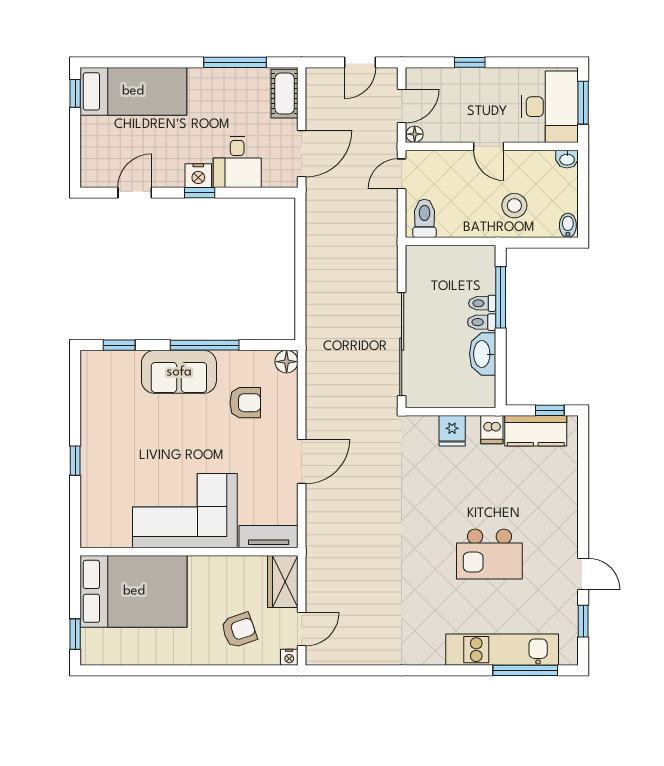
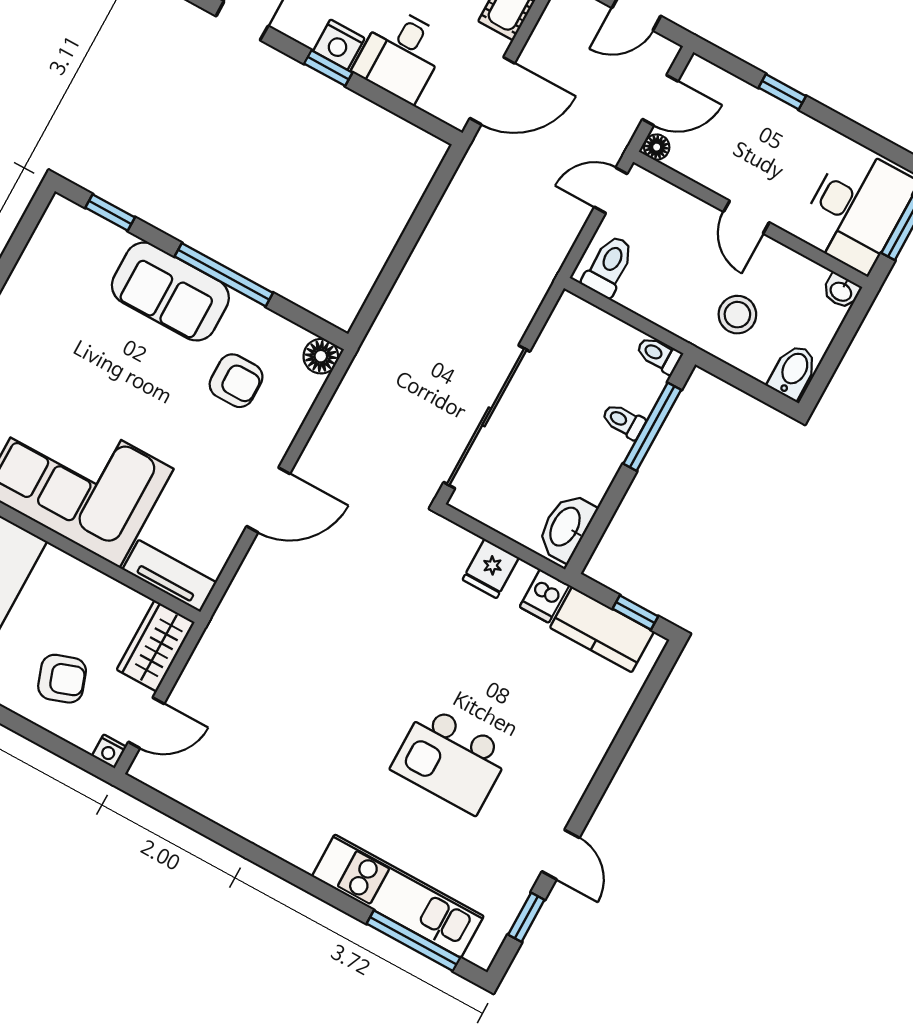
bidet: (568, 225) -> (793, 372), width x1.38, depth x1.36
toilet: (482, 322) -> (659, 355), moved
washbasin: (483, 354) -> (566, 527), moved

